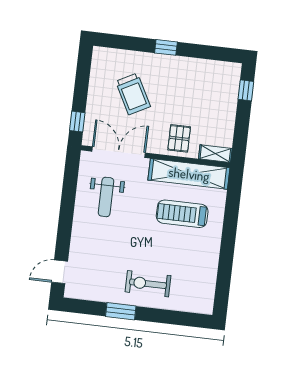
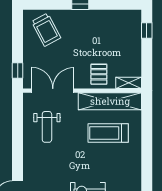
trolley: (133, 94) -> (46, 30), moved

